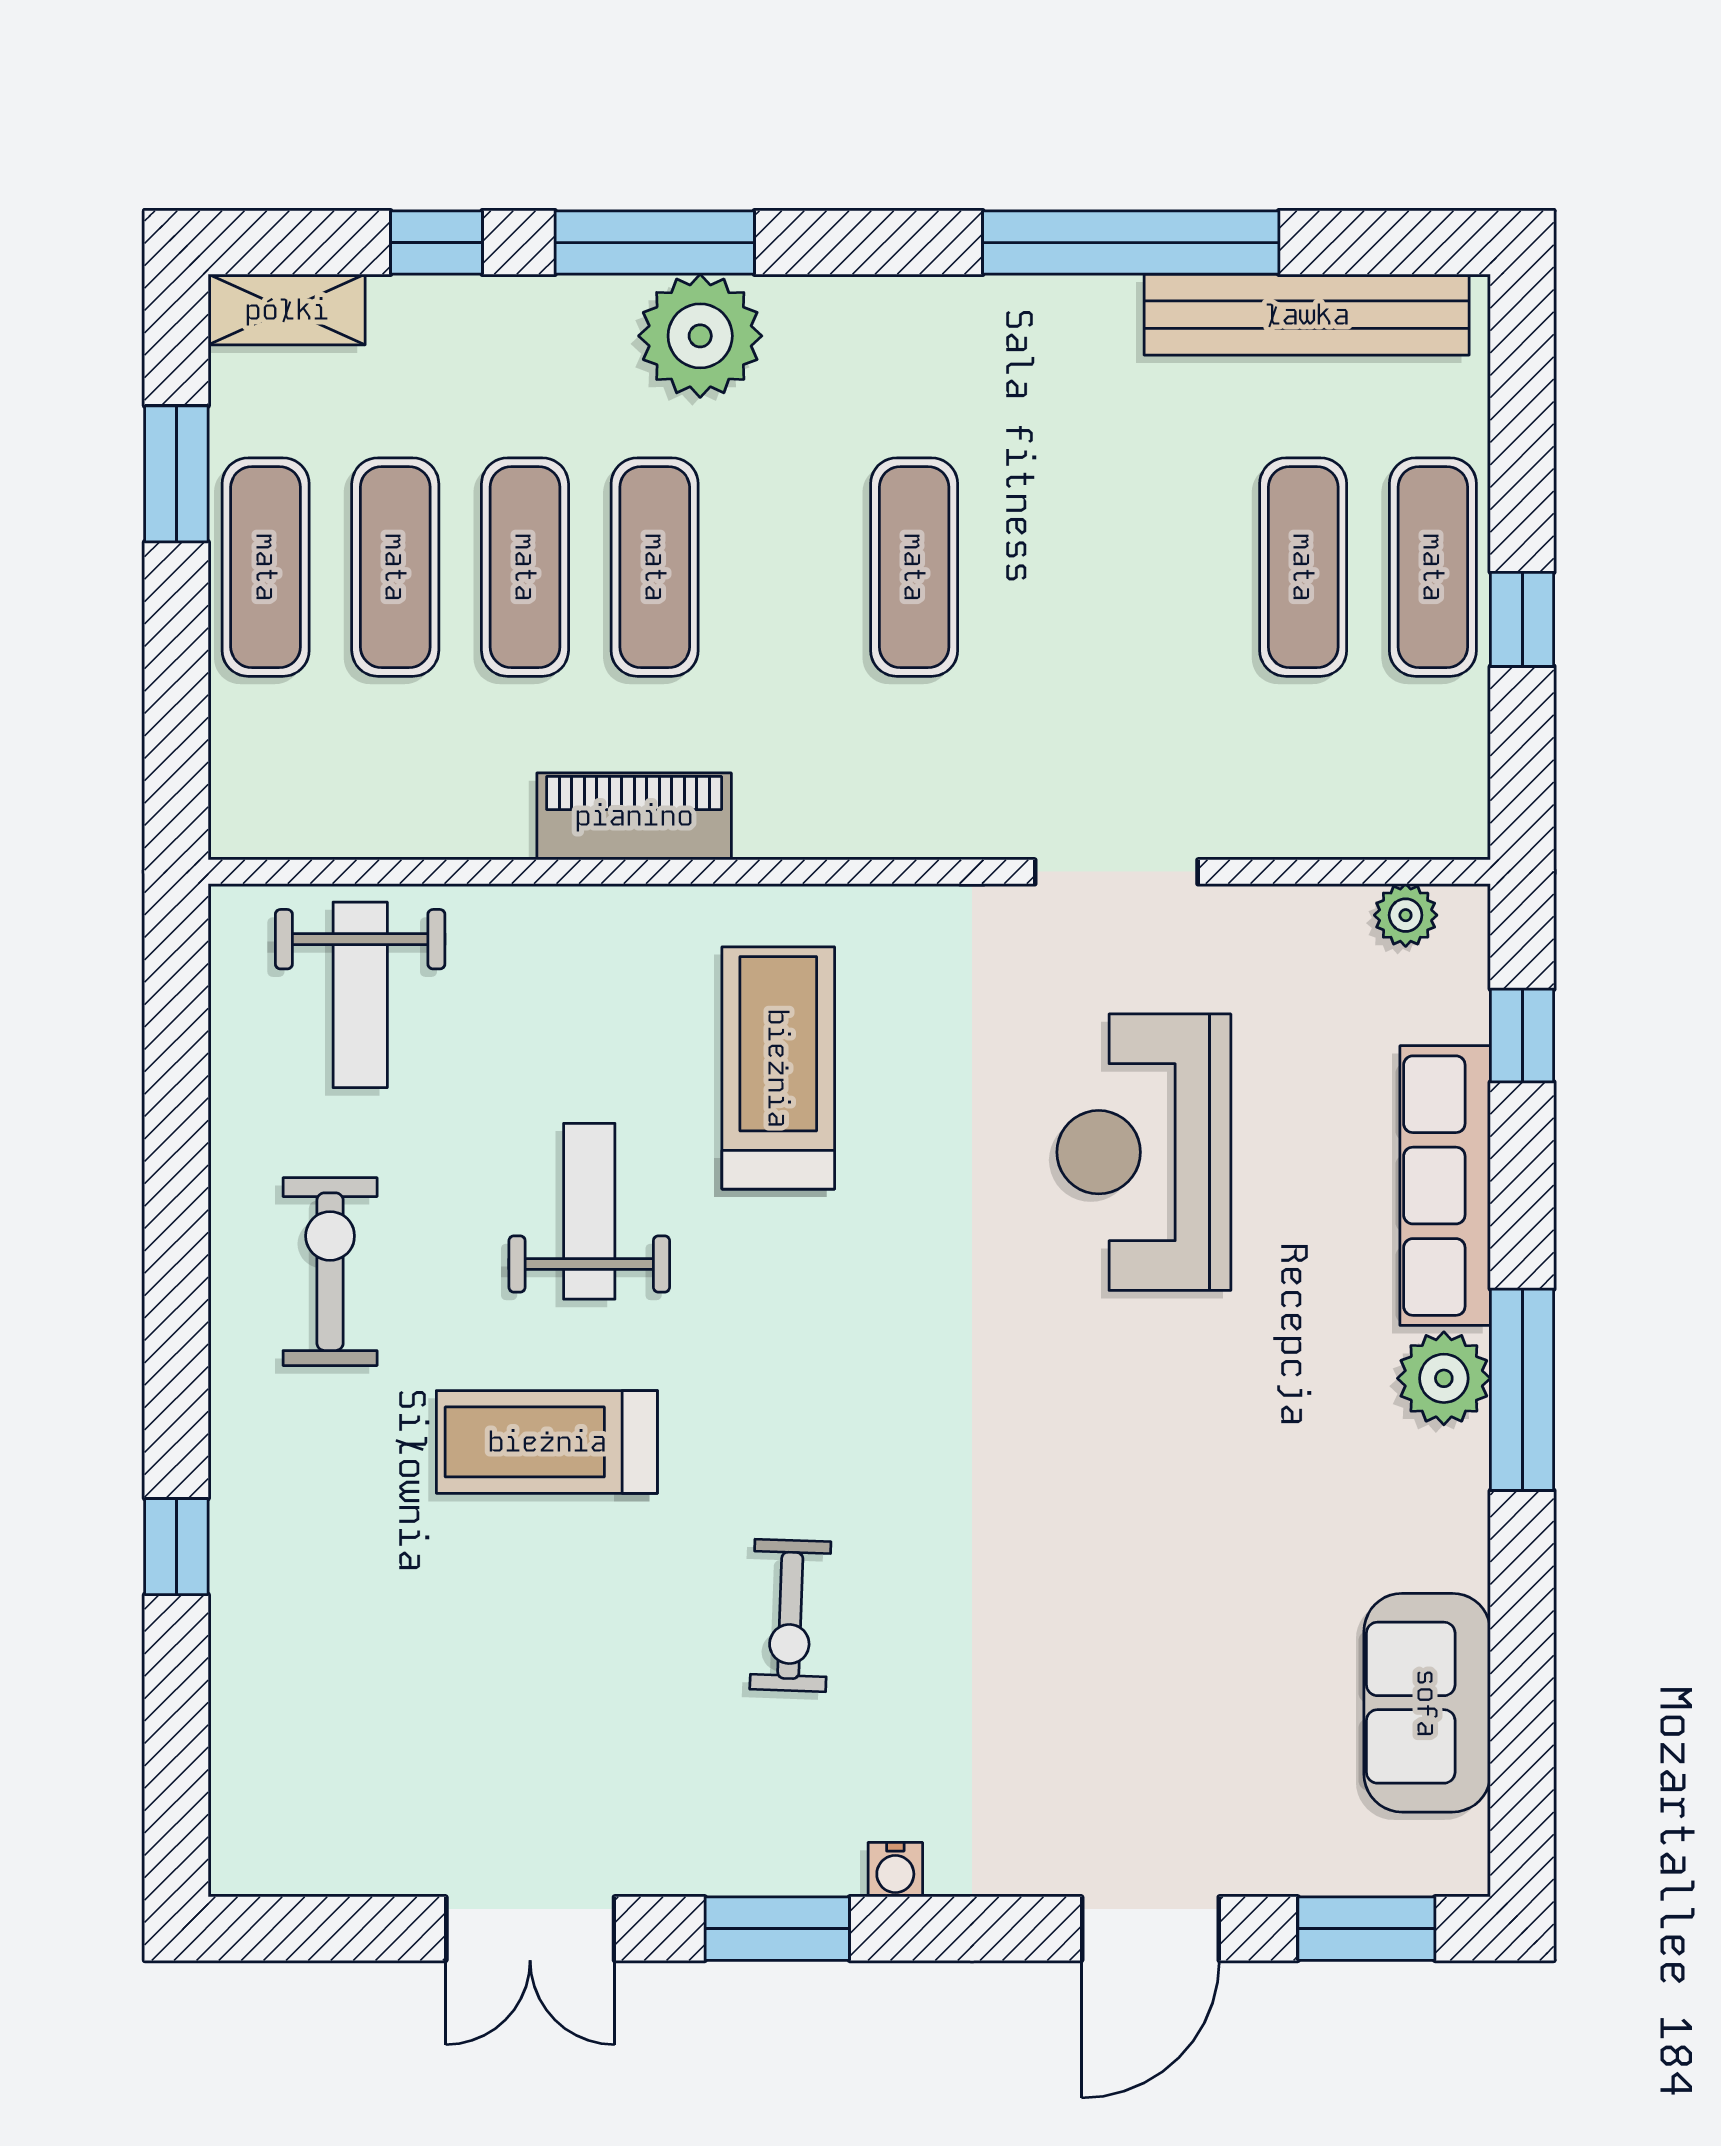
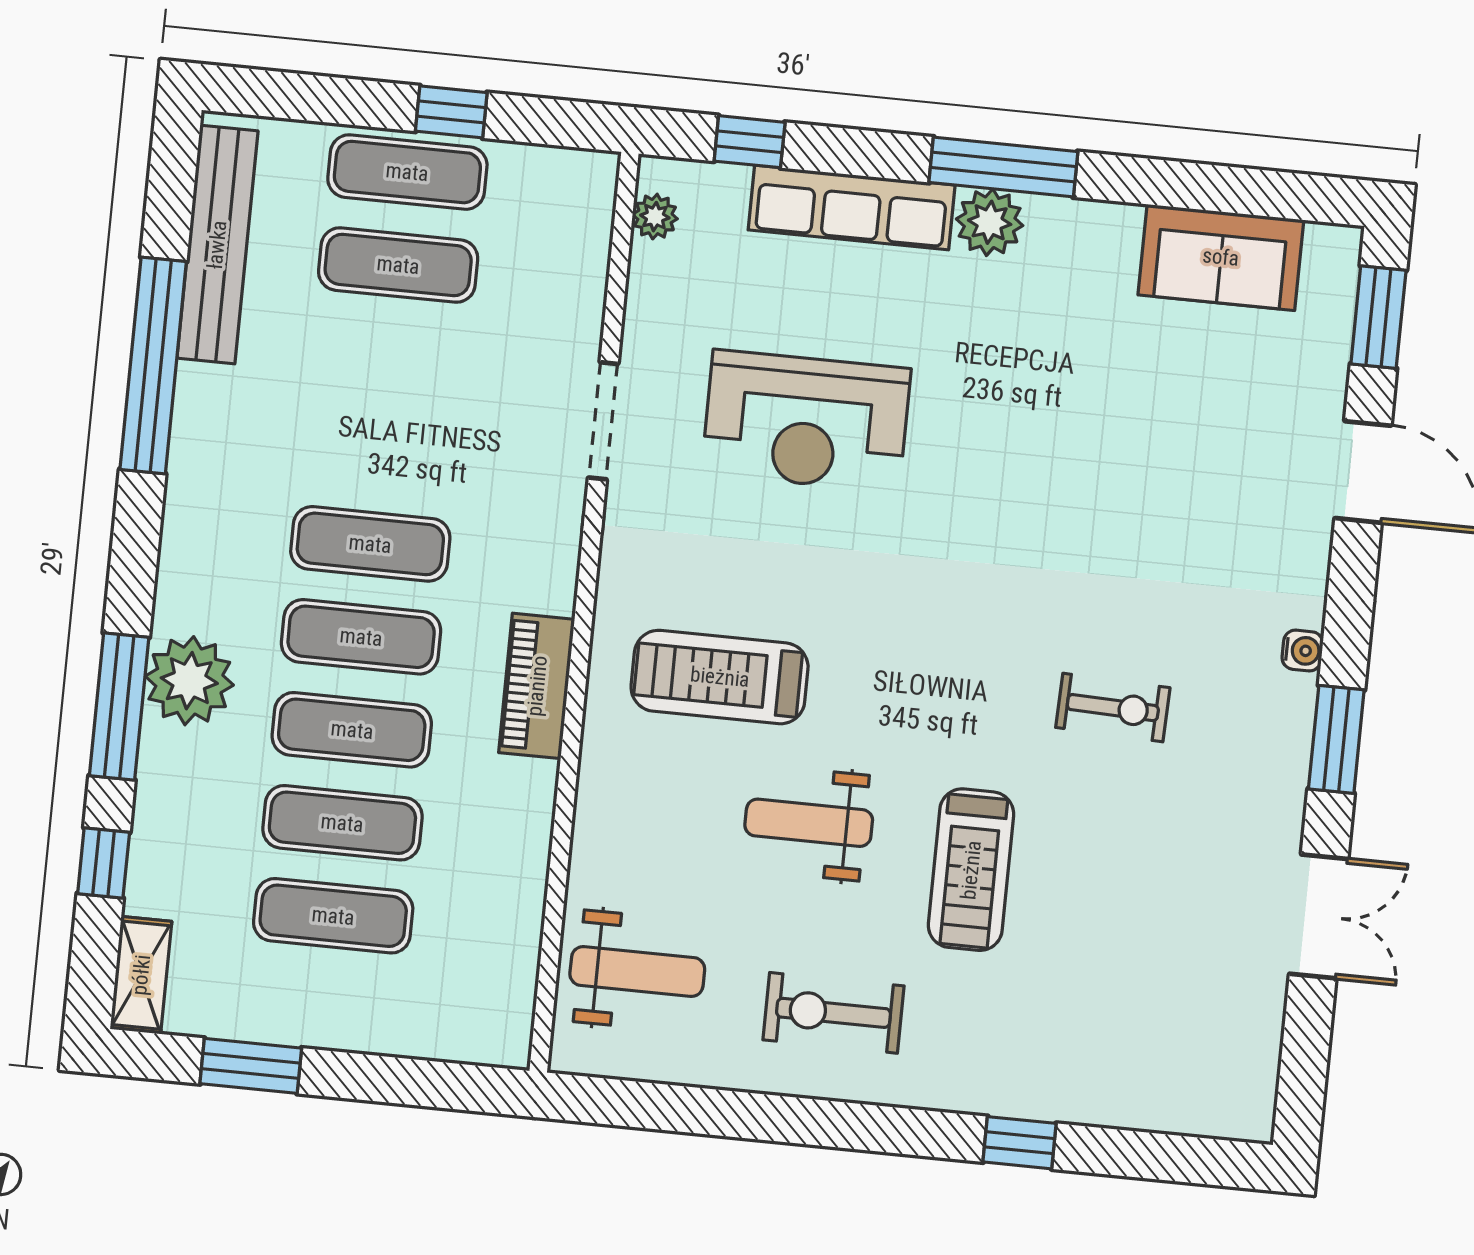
exercise mat: (266, 567) -> (361, 637), moved
piano: (634, 816) -> (537, 686), moved

